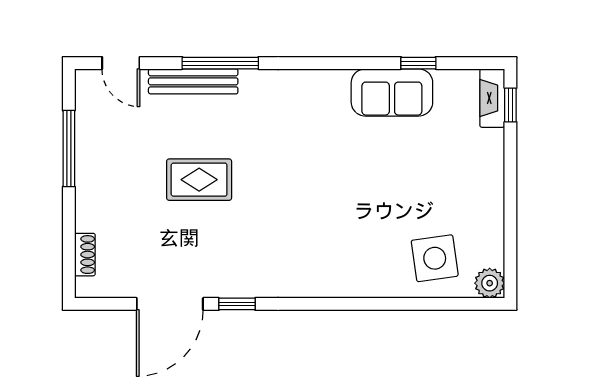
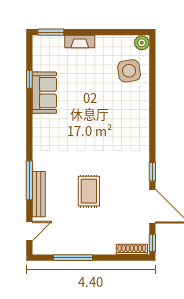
fireplace: (492, 98) -> (80, 41), moved
window: (510, 105) -> (51, 32), width x1.50
shoe rack: (85, 255) -> (132, 249), width x1.43
window: (98, 304) -> (152, 243), added

